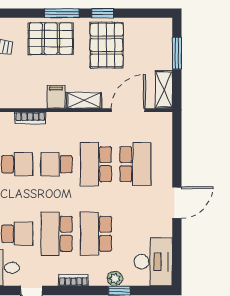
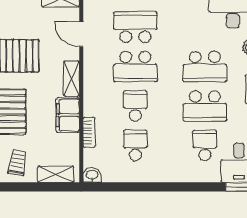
filing cabinet: (56, 97) -> (68, 115), width x2.00
door: (128, 110) -> (81, 34), width x0.73
school desk: (57, 164) -> (135, 106), turned 180

